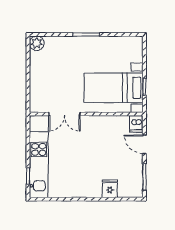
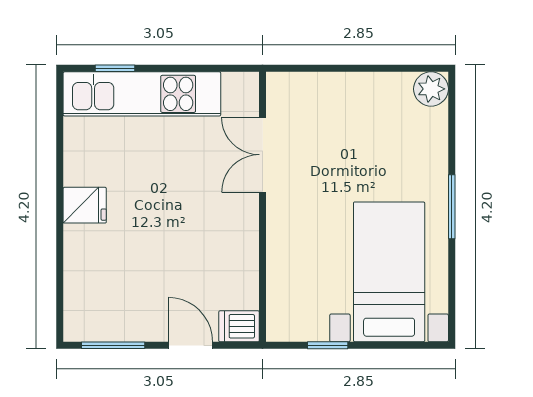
bed with nightstands: (114, 88) -> (389, 272), moved
door: (144, 144) -> (190, 345), hinge flipped
fridge: (110, 189) -> (85, 205), moved

